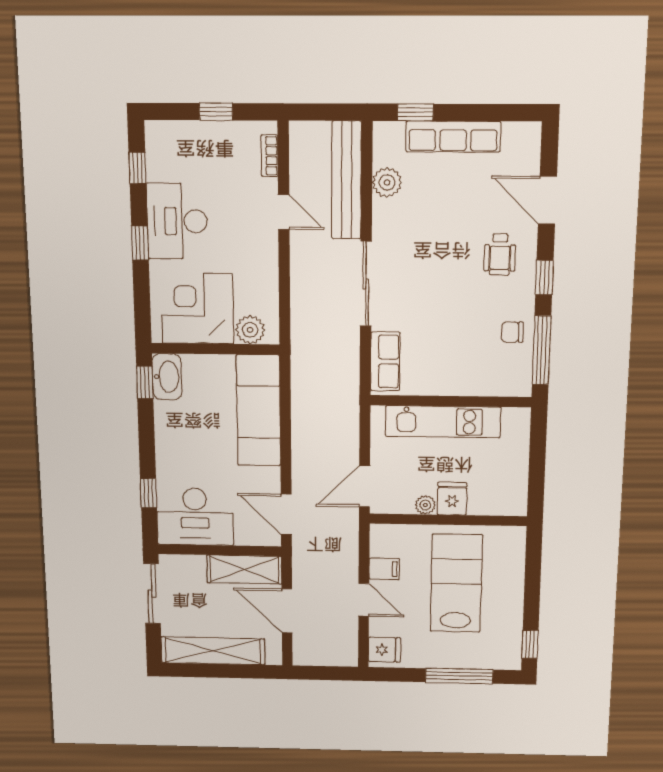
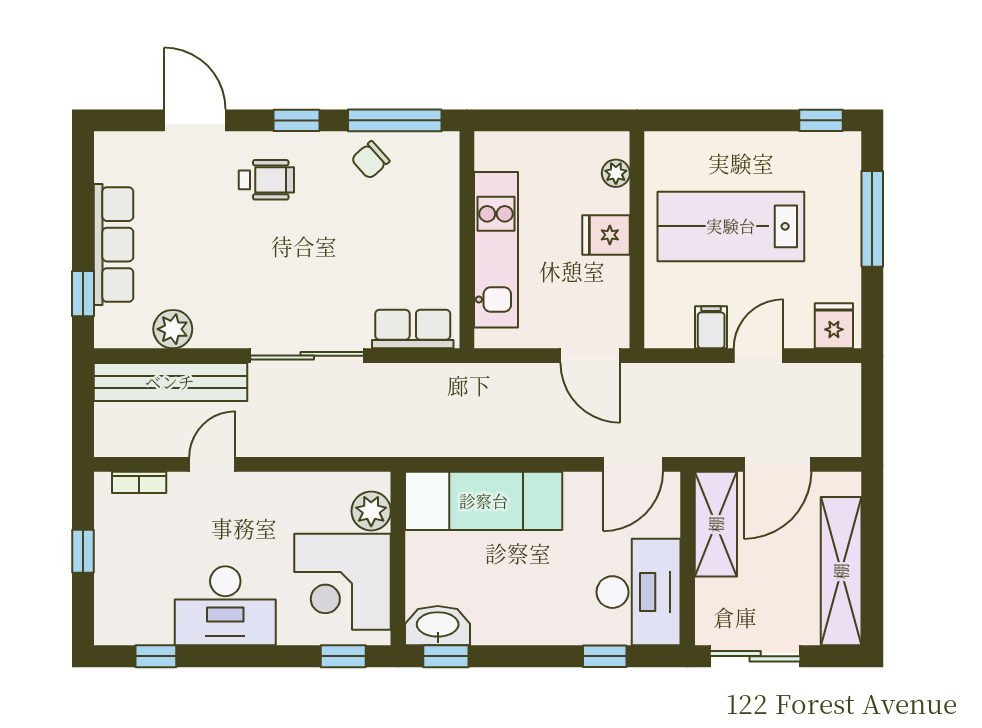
door: (547, 200) -> (195, 120), swing flipped
window: (140, 243) -> (343, 656), moved
chair: (512, 332) -> (370, 160), turned 48
plant: (425, 505) -> (616, 173), moved

